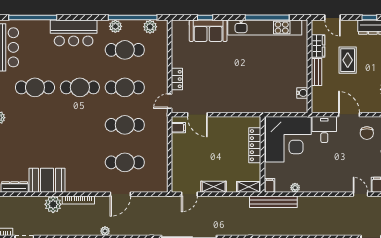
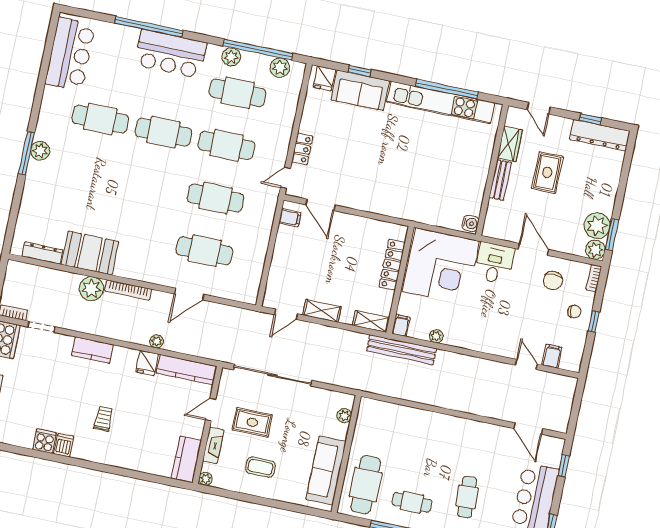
window: (33, 18) -> (149, 27), moved
fridge: (182, 28) -> (324, 78), added
water cooler: (302, 93) -> (470, 223), moved

